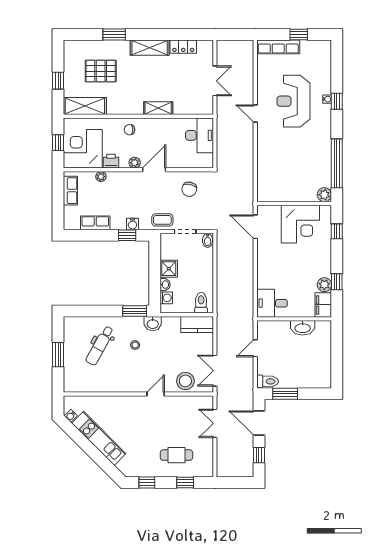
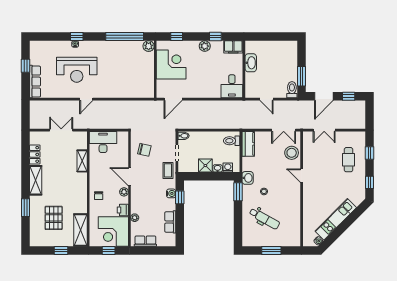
shelving: (158, 108) -> (82, 161), moved
plant: (324, 285) -> (205, 46), moved

